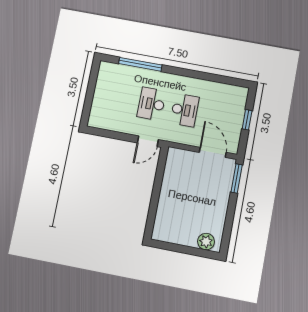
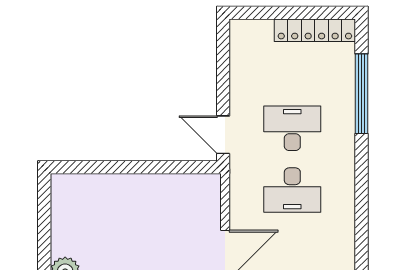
locker: (102, 82) -> (315, 30), added

